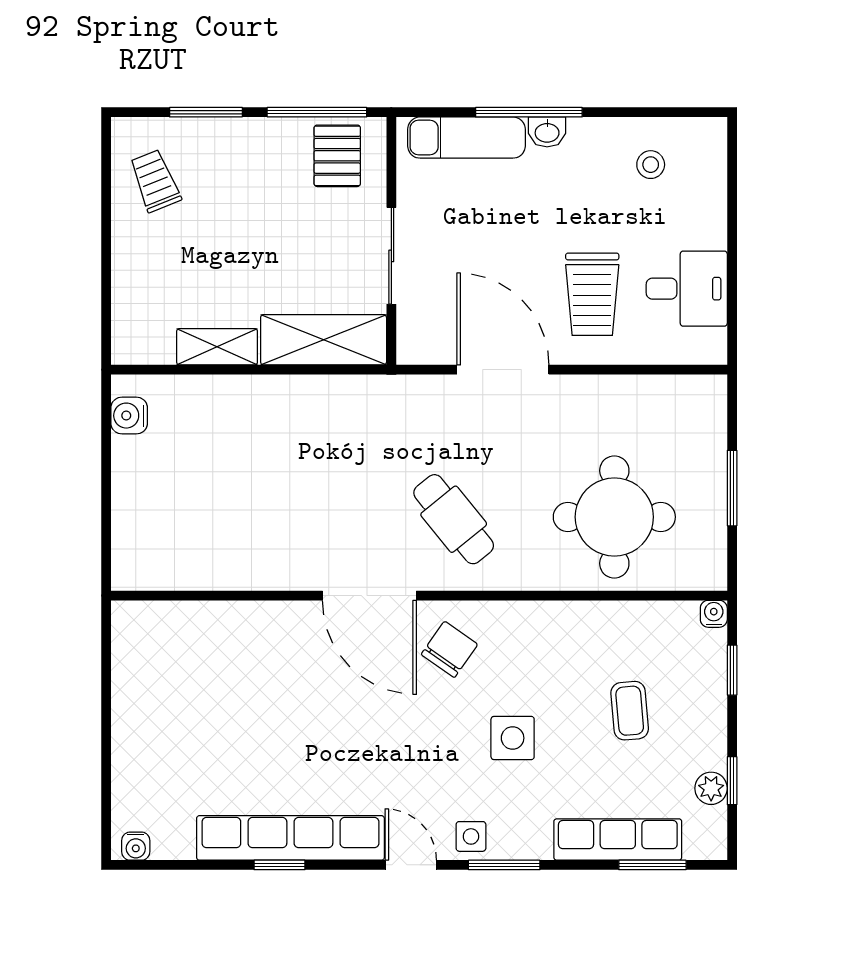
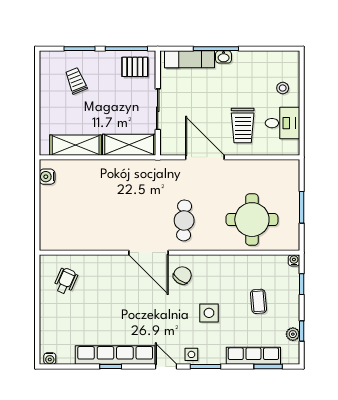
pallet: (337, 156) -> (135, 67), turned 90
stool: (651, 165) -> (283, 88), moved
trolley: (155, 181) -> (76, 81), moved
shelving: (217, 347) -> (76, 145), width x1.50, depth x1.33
cafe table: (454, 519) -> (184, 220), turned 41
wheelchair: (173, 662) -> (66, 281), added

